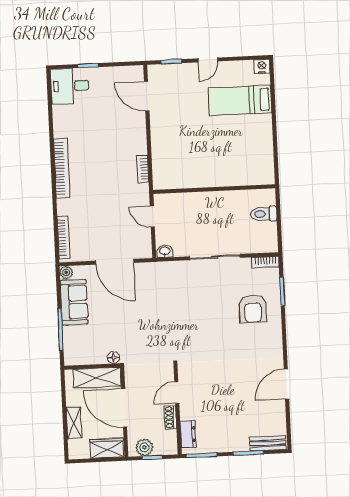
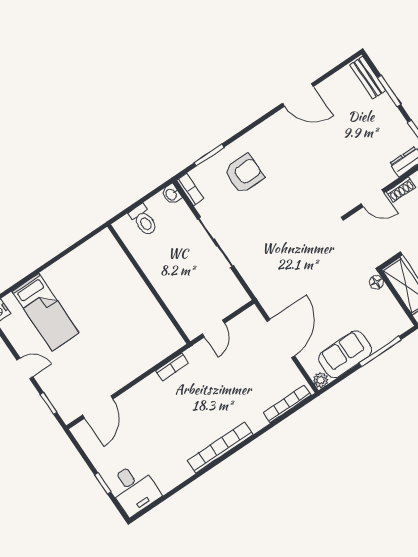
washbasin: (165, 251) -> (171, 194), moved

